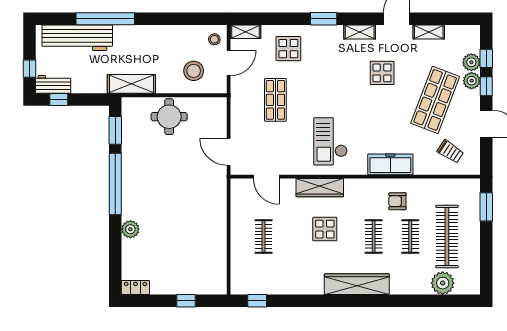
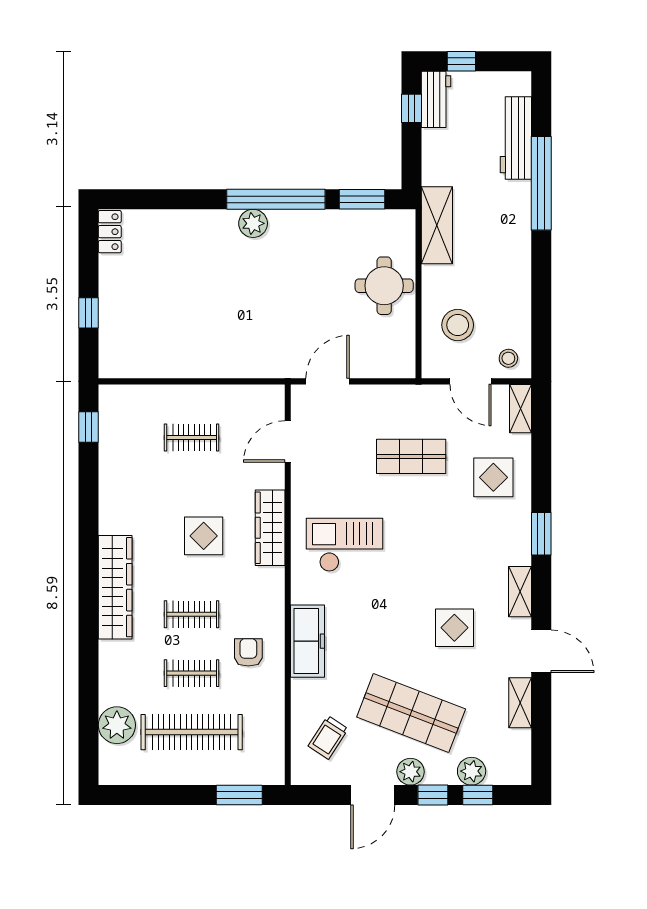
workbench: (77, 38) -> (516, 138), width x0.73, depth x0.76
plant: (472, 81) -> (410, 772), moved
plant: (130, 229) -> (253, 223), moved

